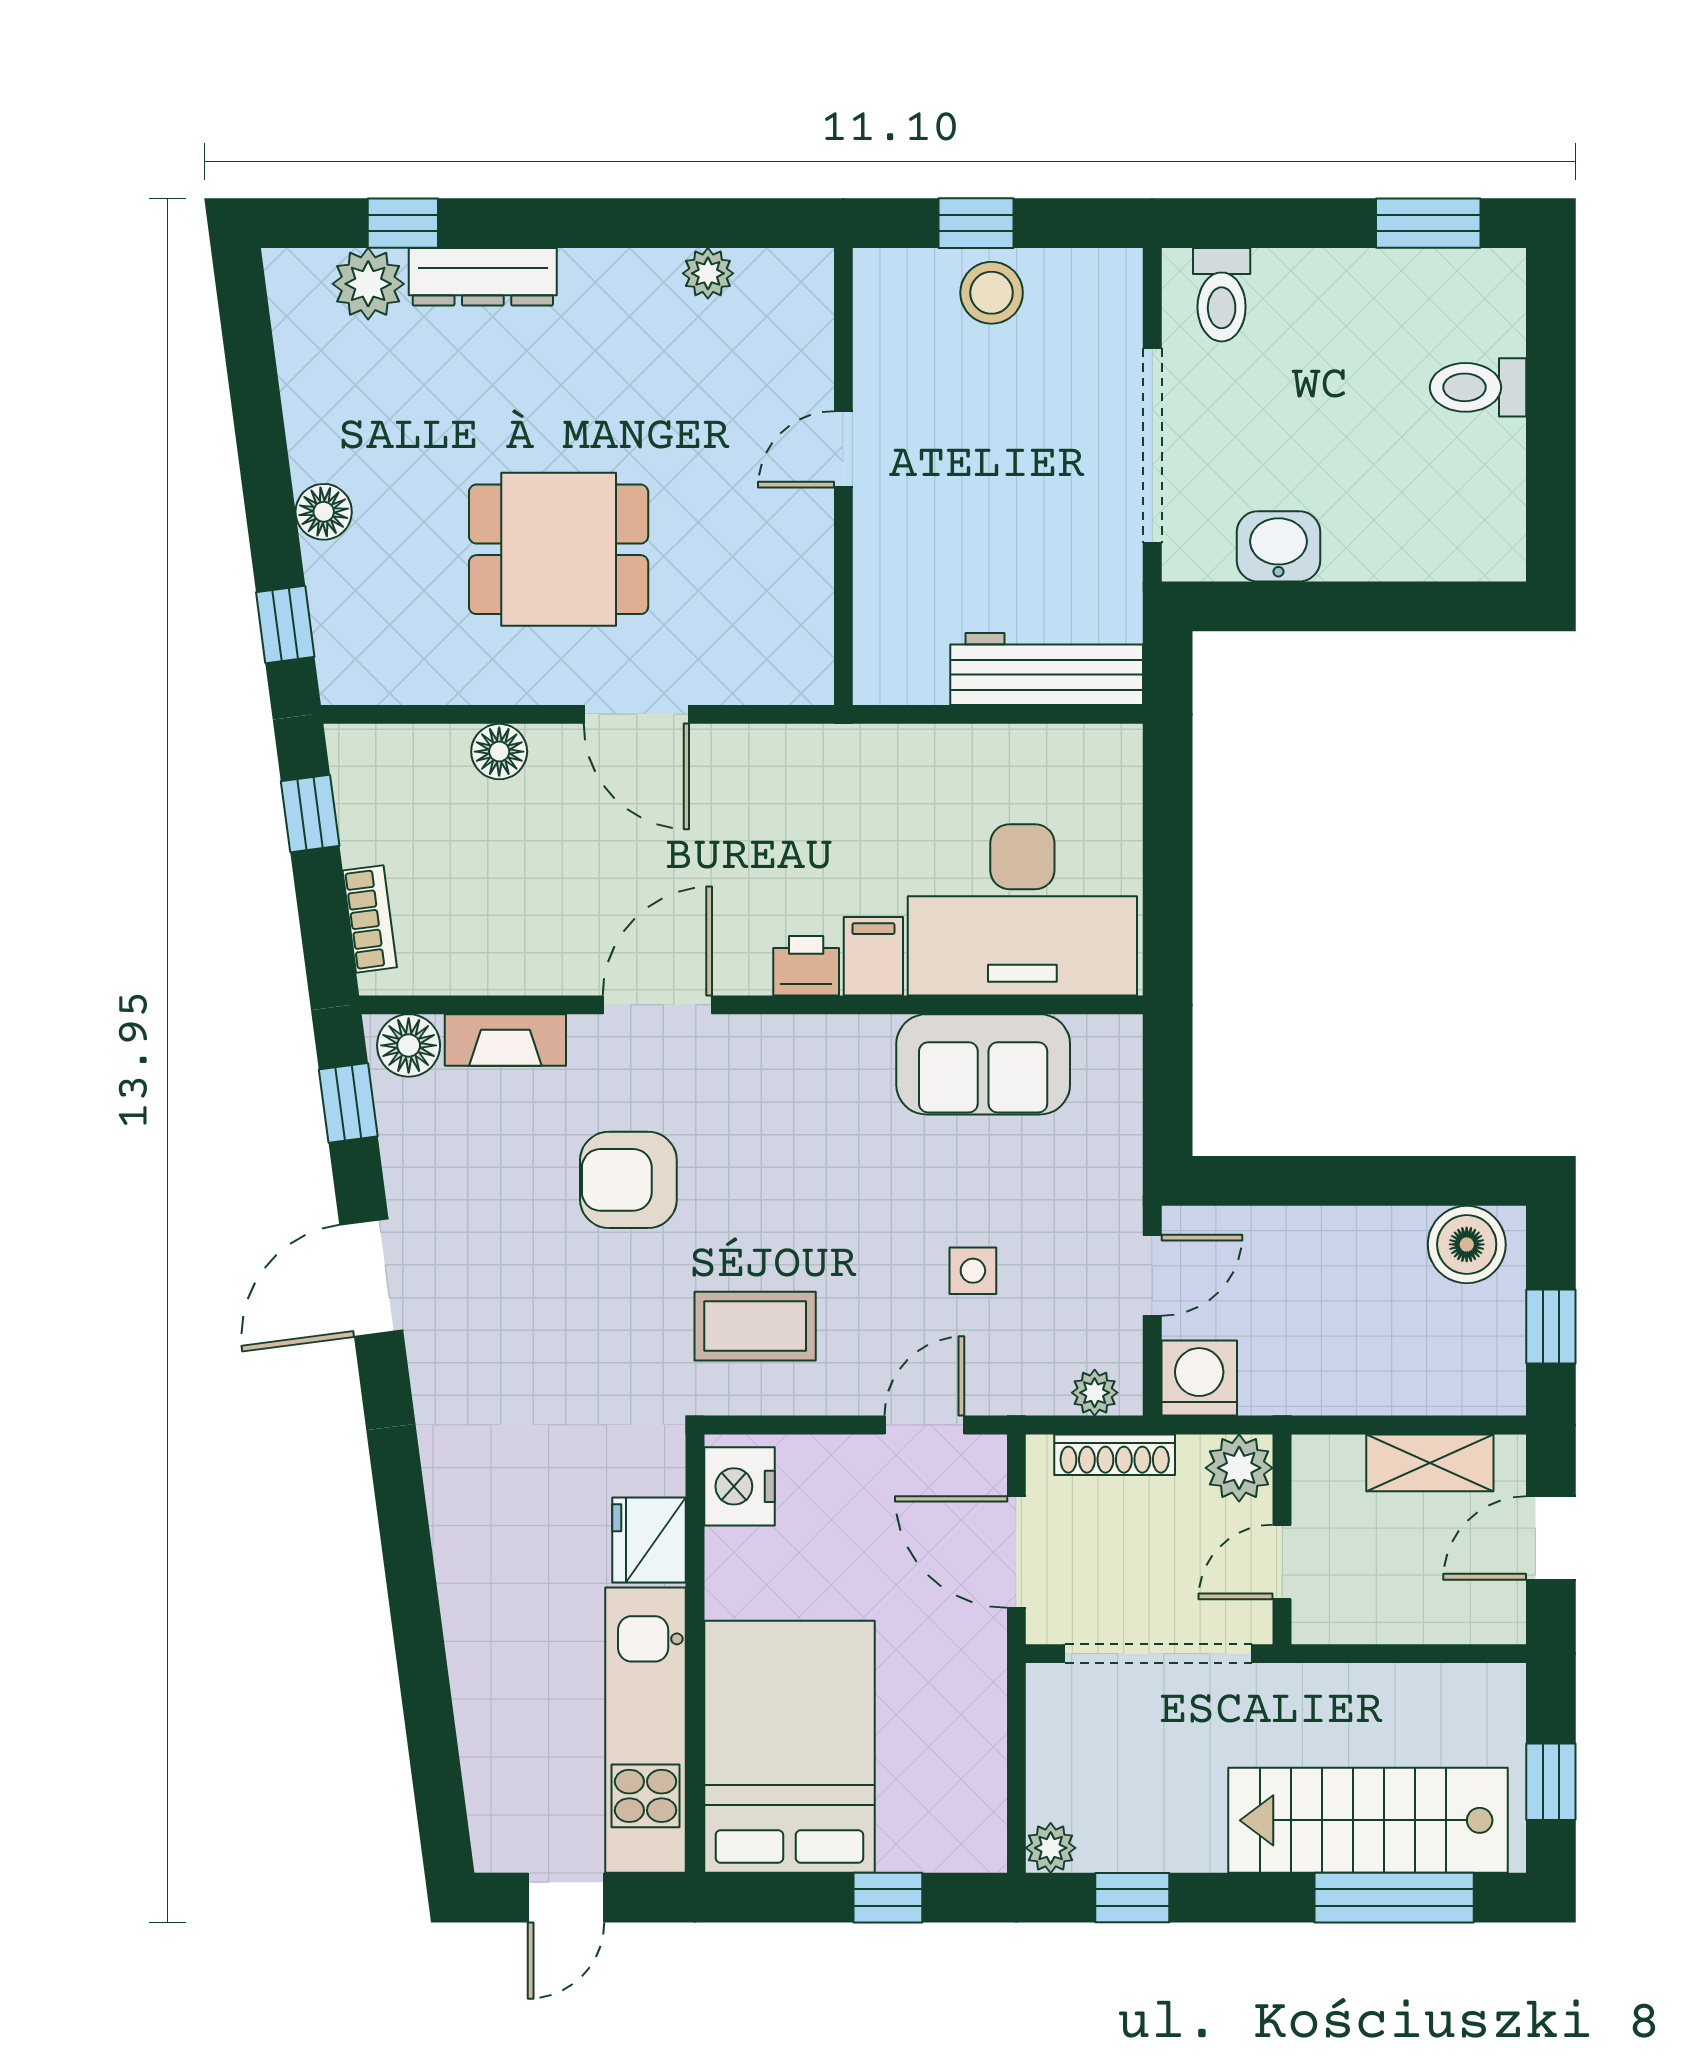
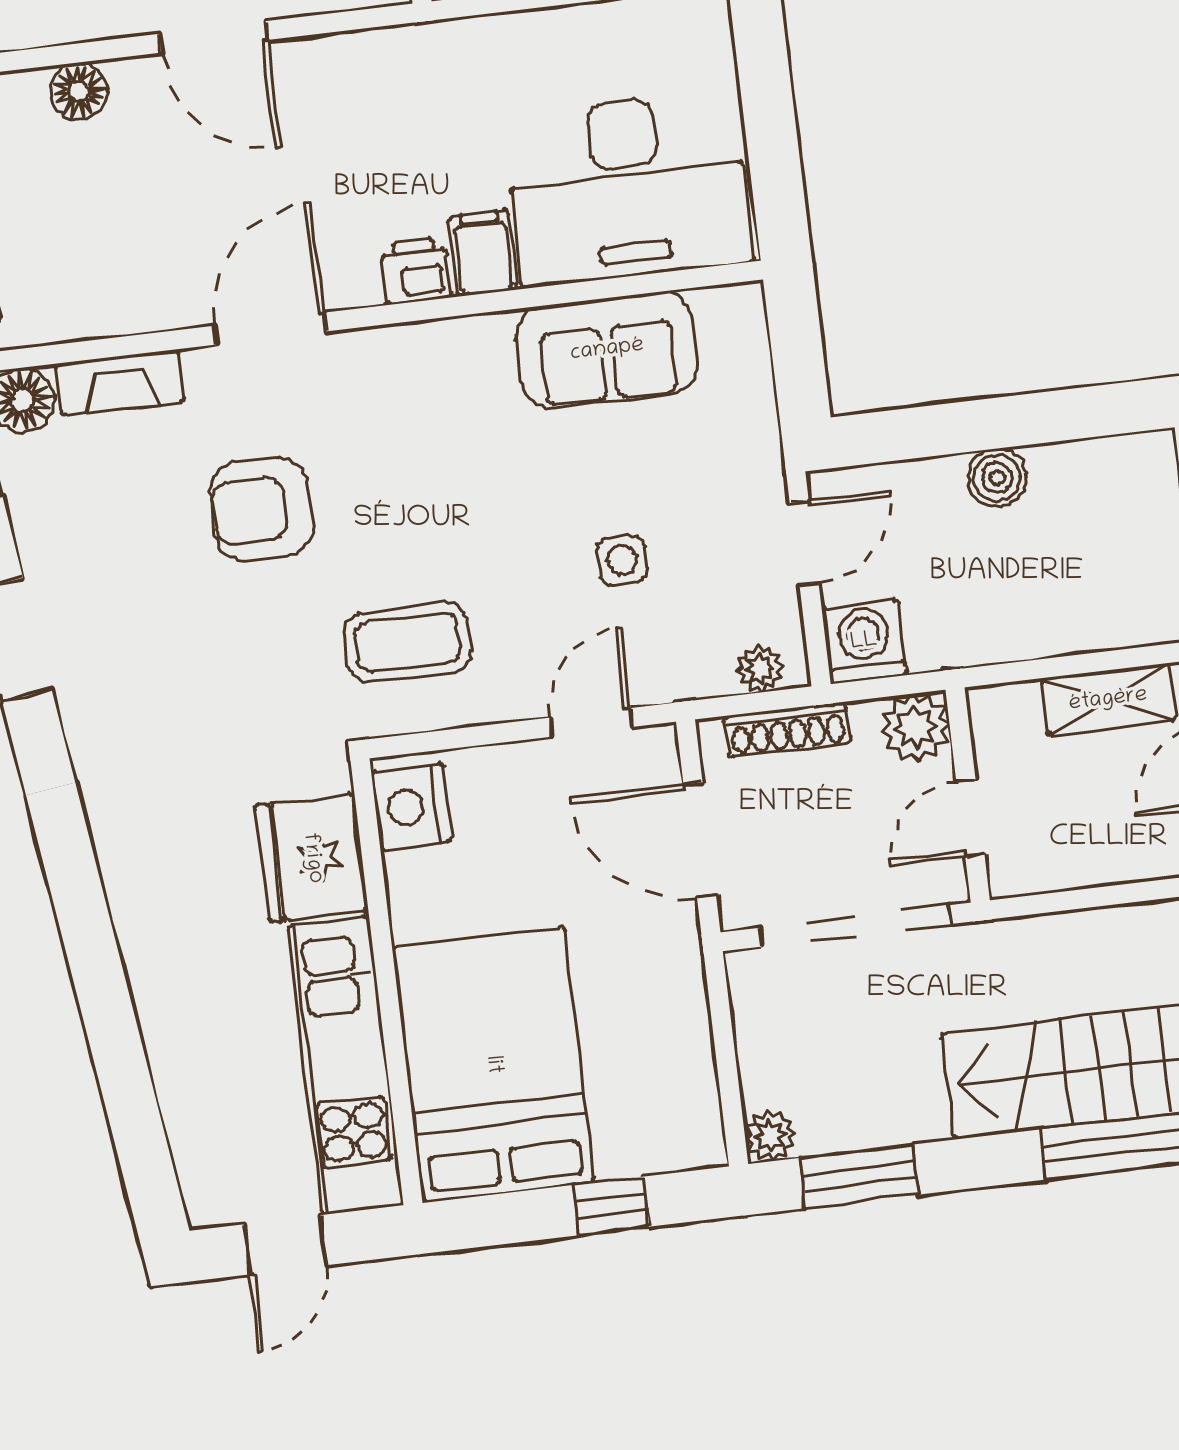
boiler: (1467, 1244) -> (997, 478), moved, width x0.73, depth x0.73
fridge: (649, 1540) -> (312, 858), width x1.36, depth x1.34
window: (1132, 1898) -> (859, 1176), width x1.50

